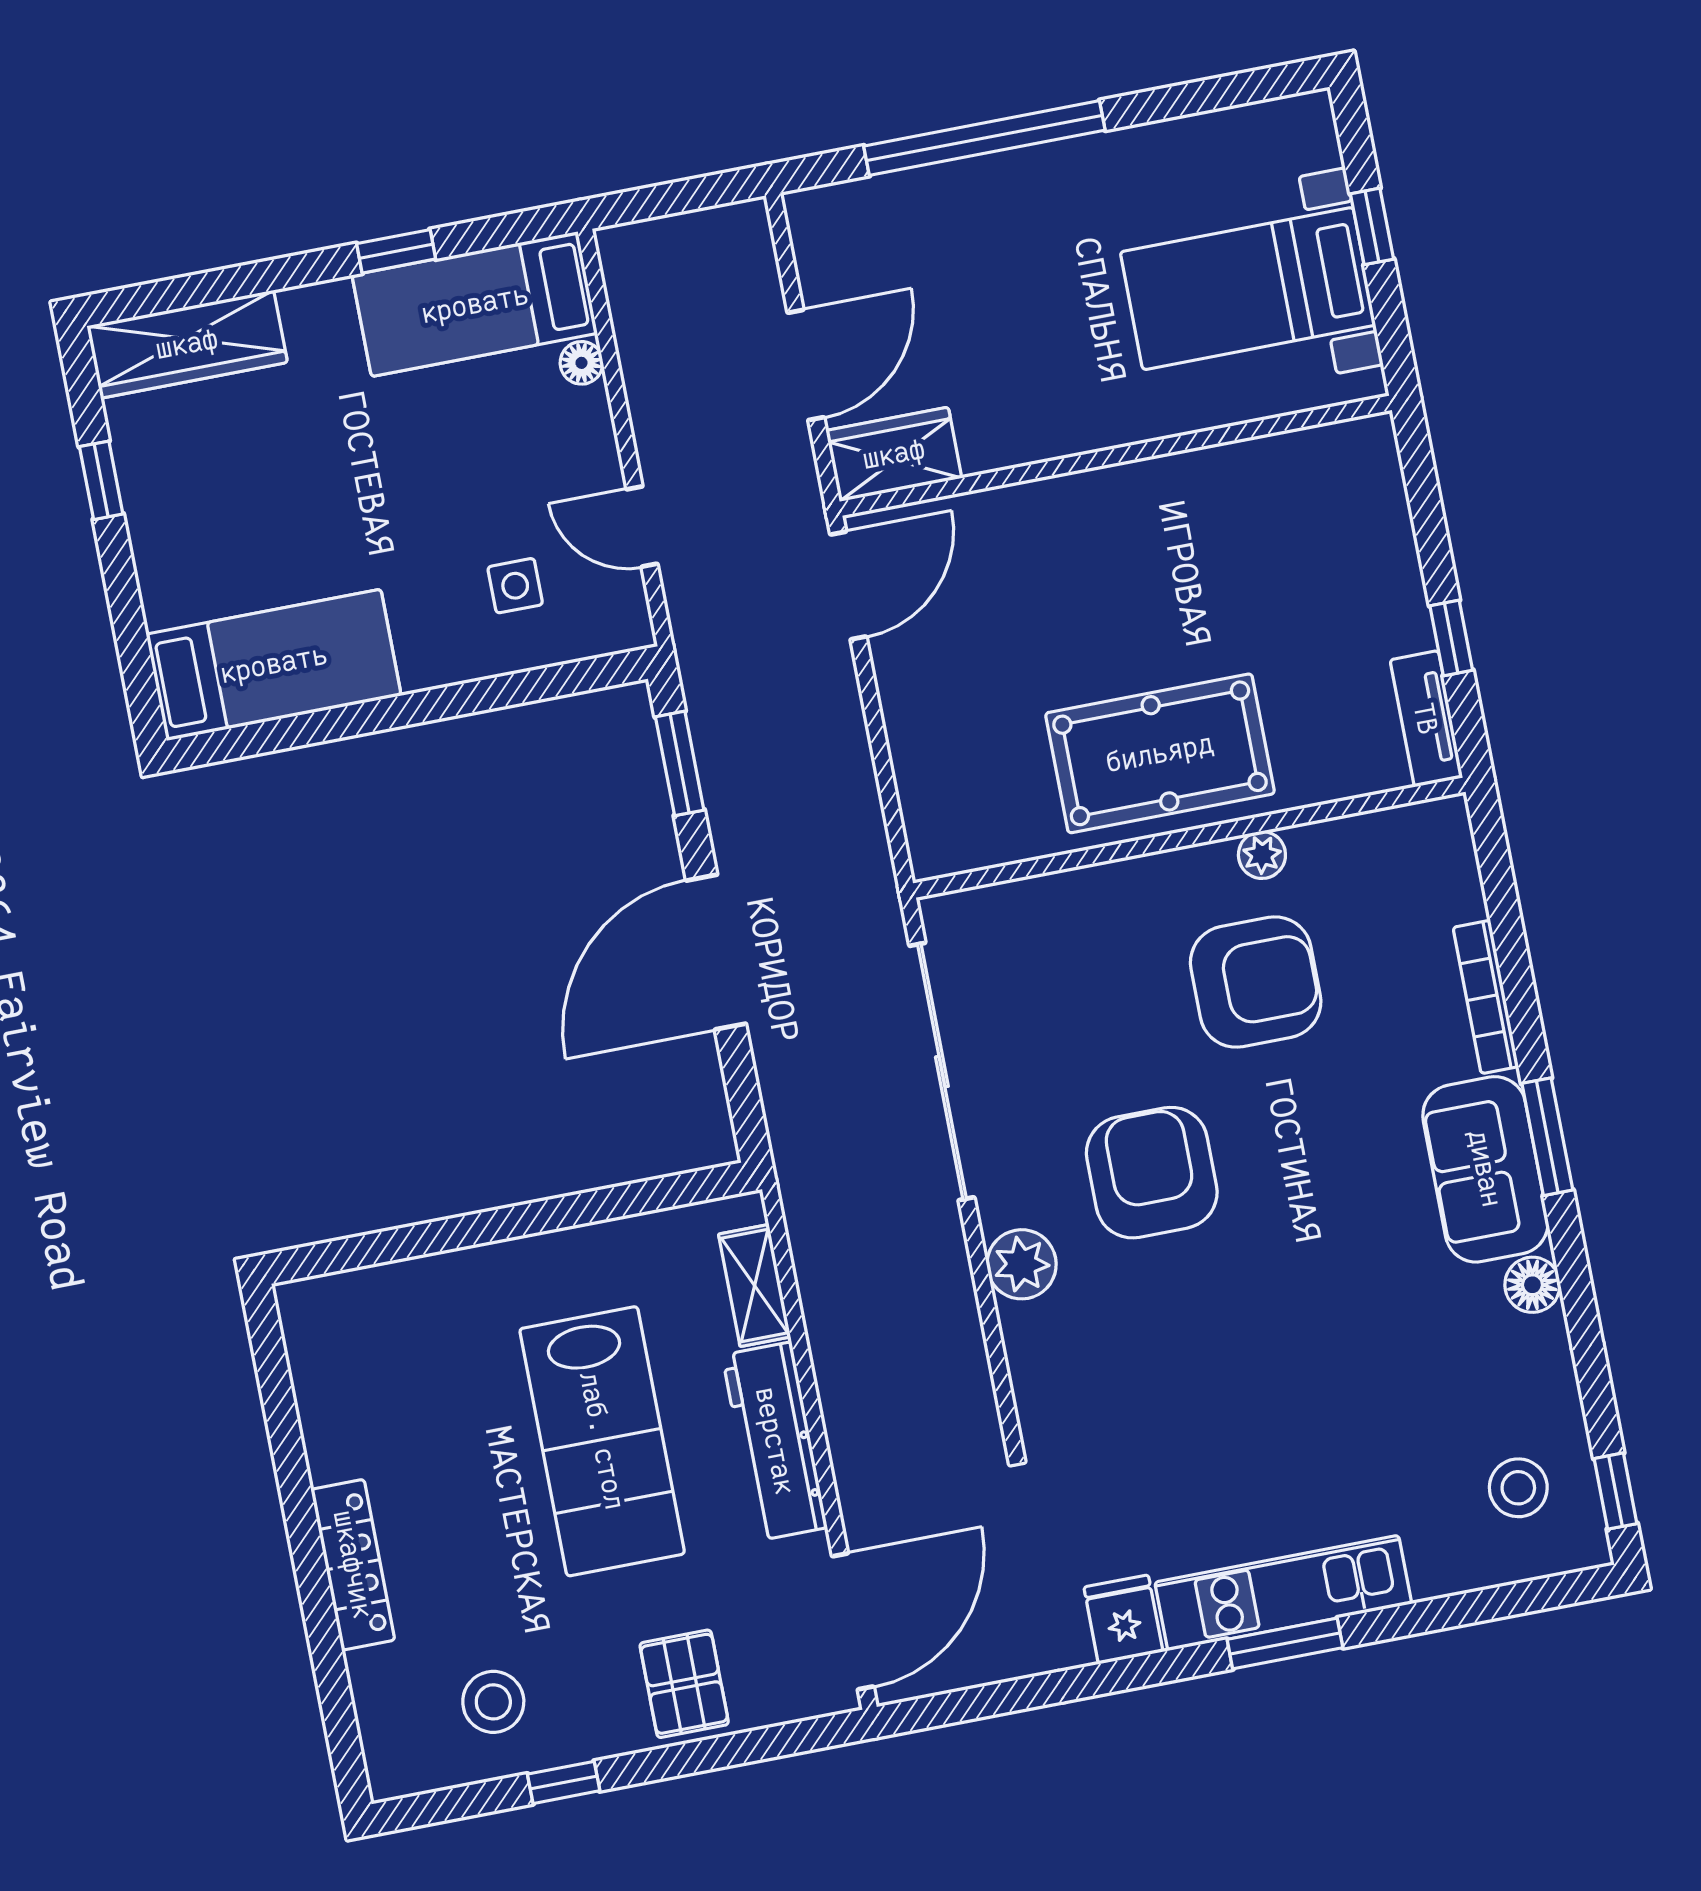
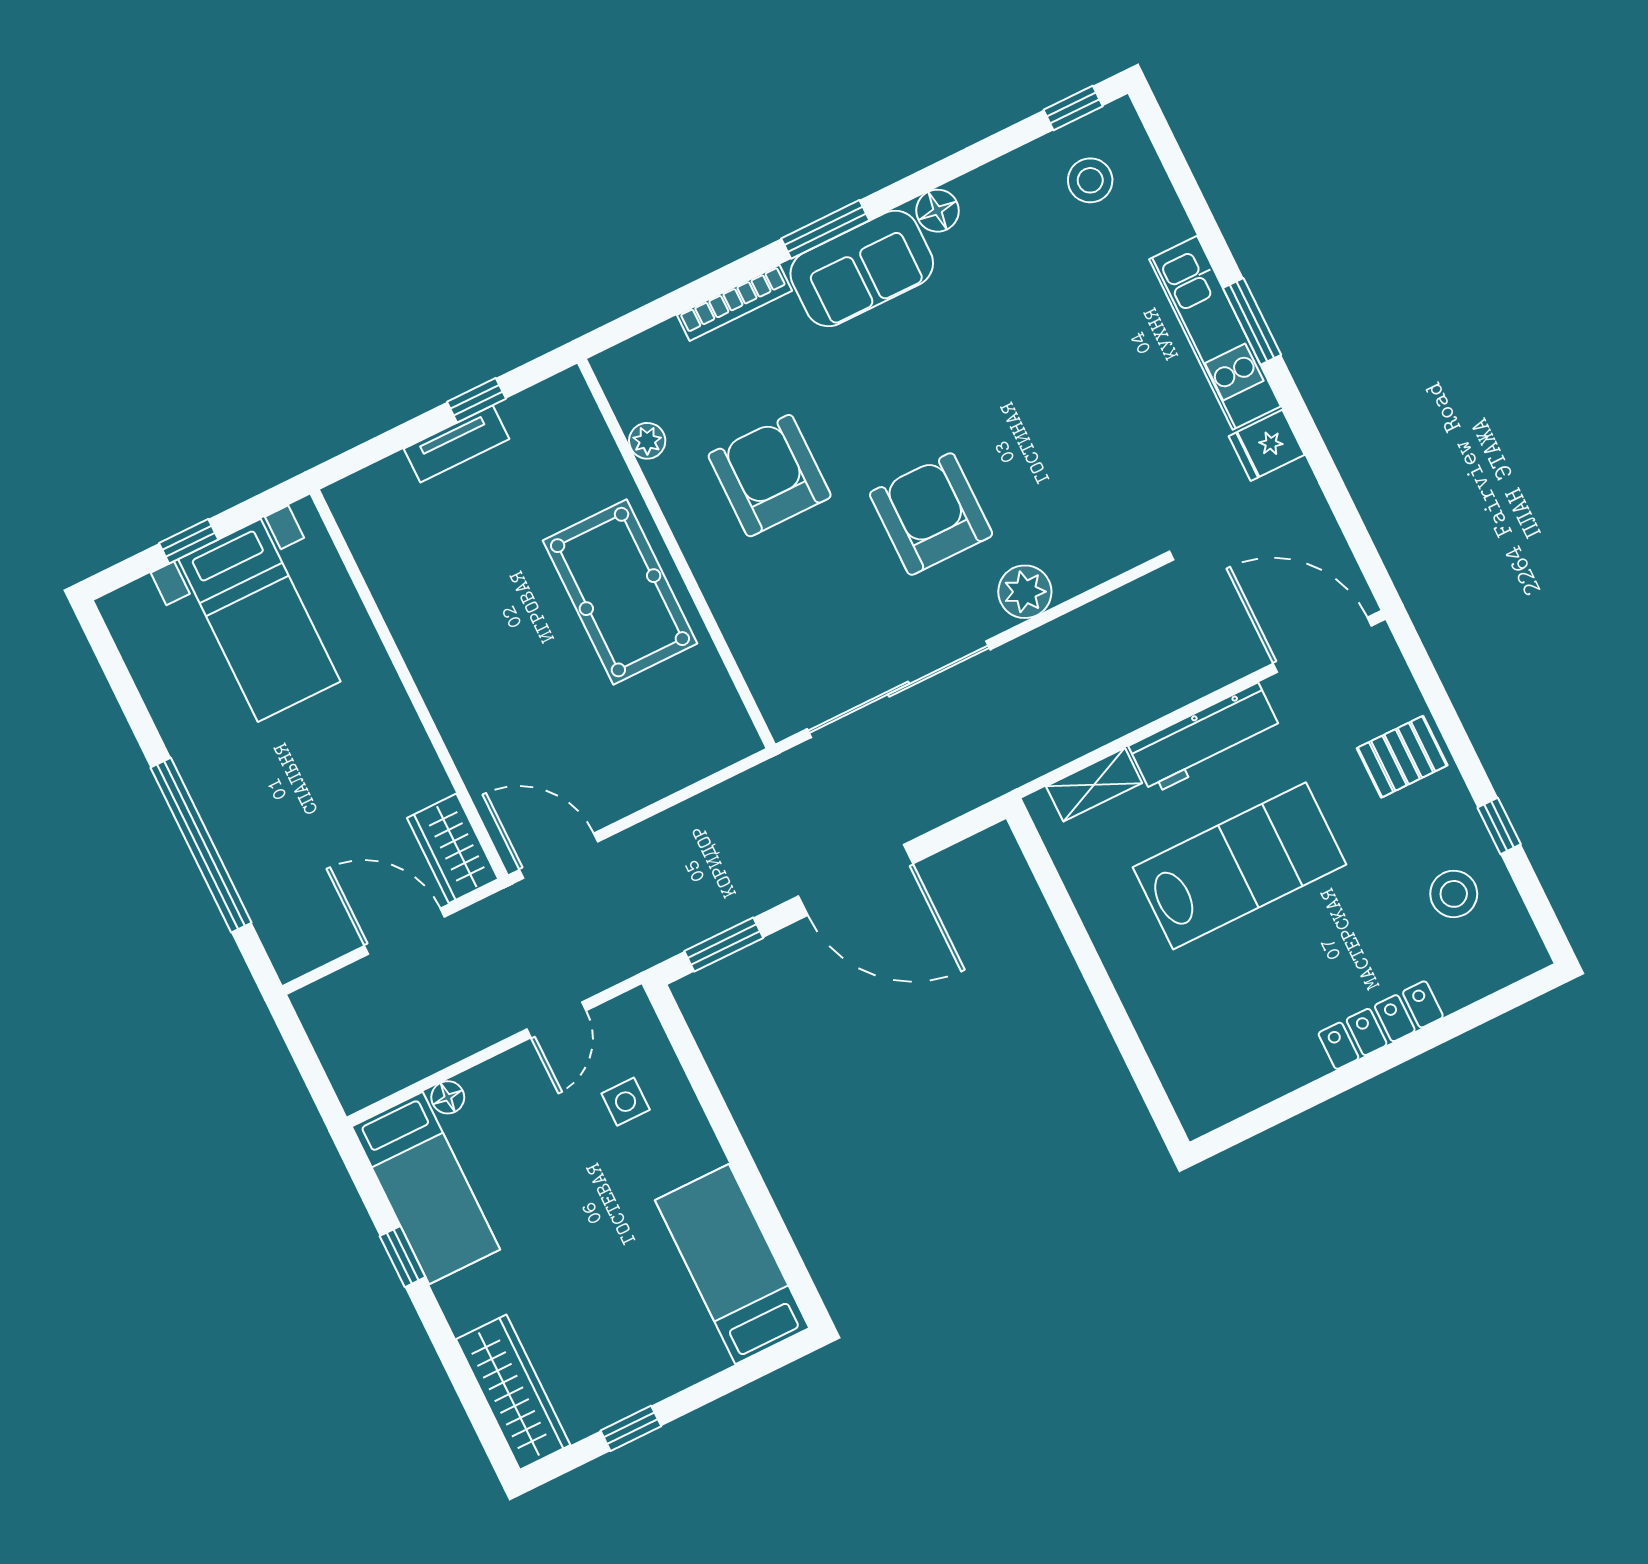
tv unit: (1426, 719) -> (456, 444), moved
plant: (1262, 855) -> (647, 441), moved
armchair: (1152, 1173) -> (931, 514), turned 90

